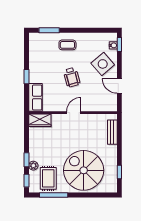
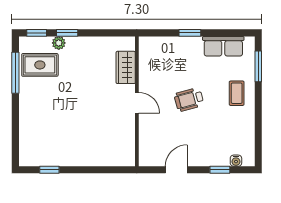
window: (119, 44) -> (220, 170), moved
side table: (103, 64) -> (209, 145), removed
row of seats: (36, 97) -> (223, 46), moved
wardrobe: (40, 120) -> (126, 67), moved
bench: (112, 132) -> (108, 159), removed
spiral stairs: (84, 170) -> (52, 117), removed

